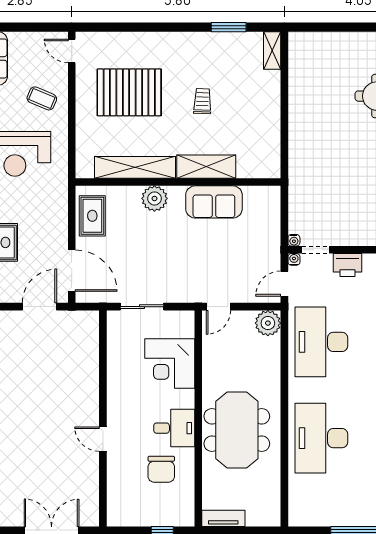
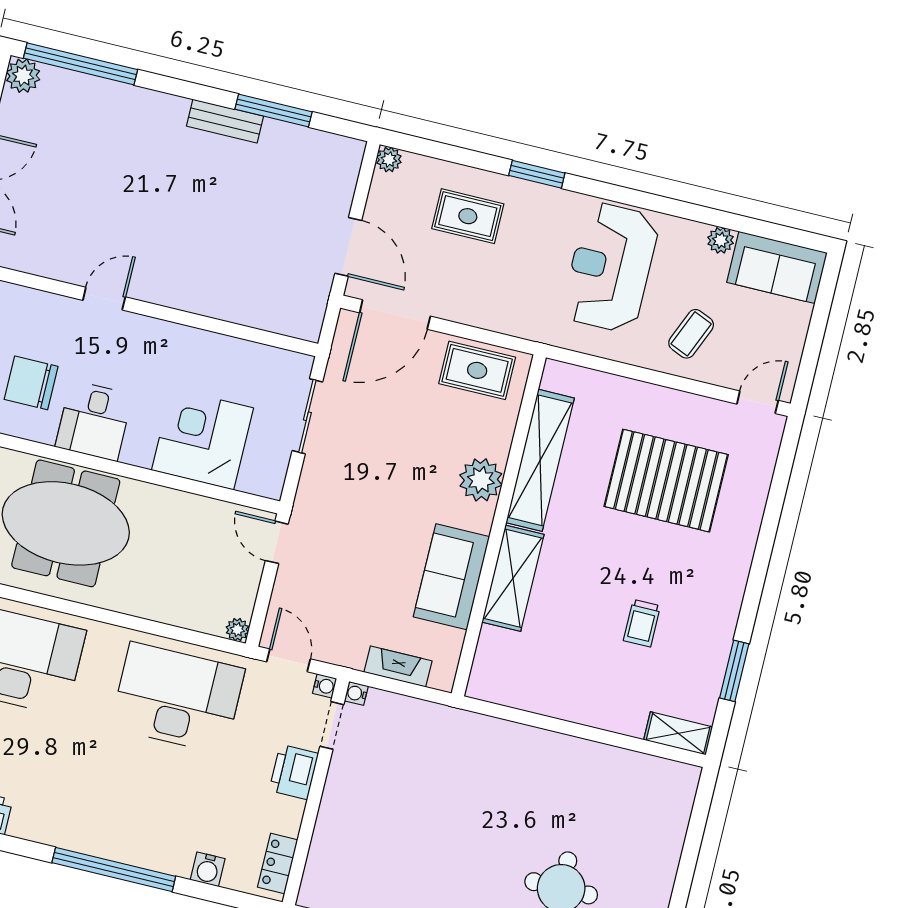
pallet: (129, 92) -> (666, 481), turned 90
trolley: (202, 101) -> (642, 623), moved, turned 88
fireplace: (273, 220) -> (398, 666), added
plant: (268, 323) -> (237, 630), width x0.53, depth x0.53

